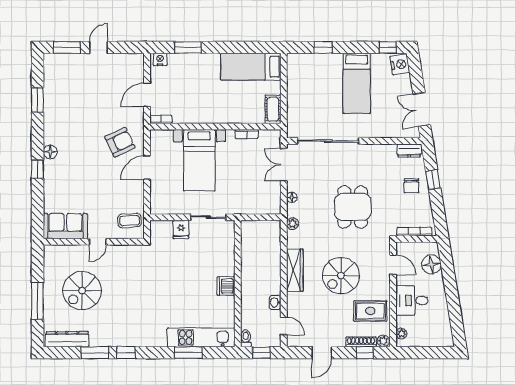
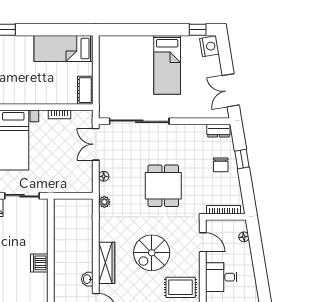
window: (323, 47) -> (134, 30), removed
floor lamp: (431, 264) -> (244, 237), width x0.53, depth x0.53
wardrobe: (295, 270) -> (107, 263), moved

